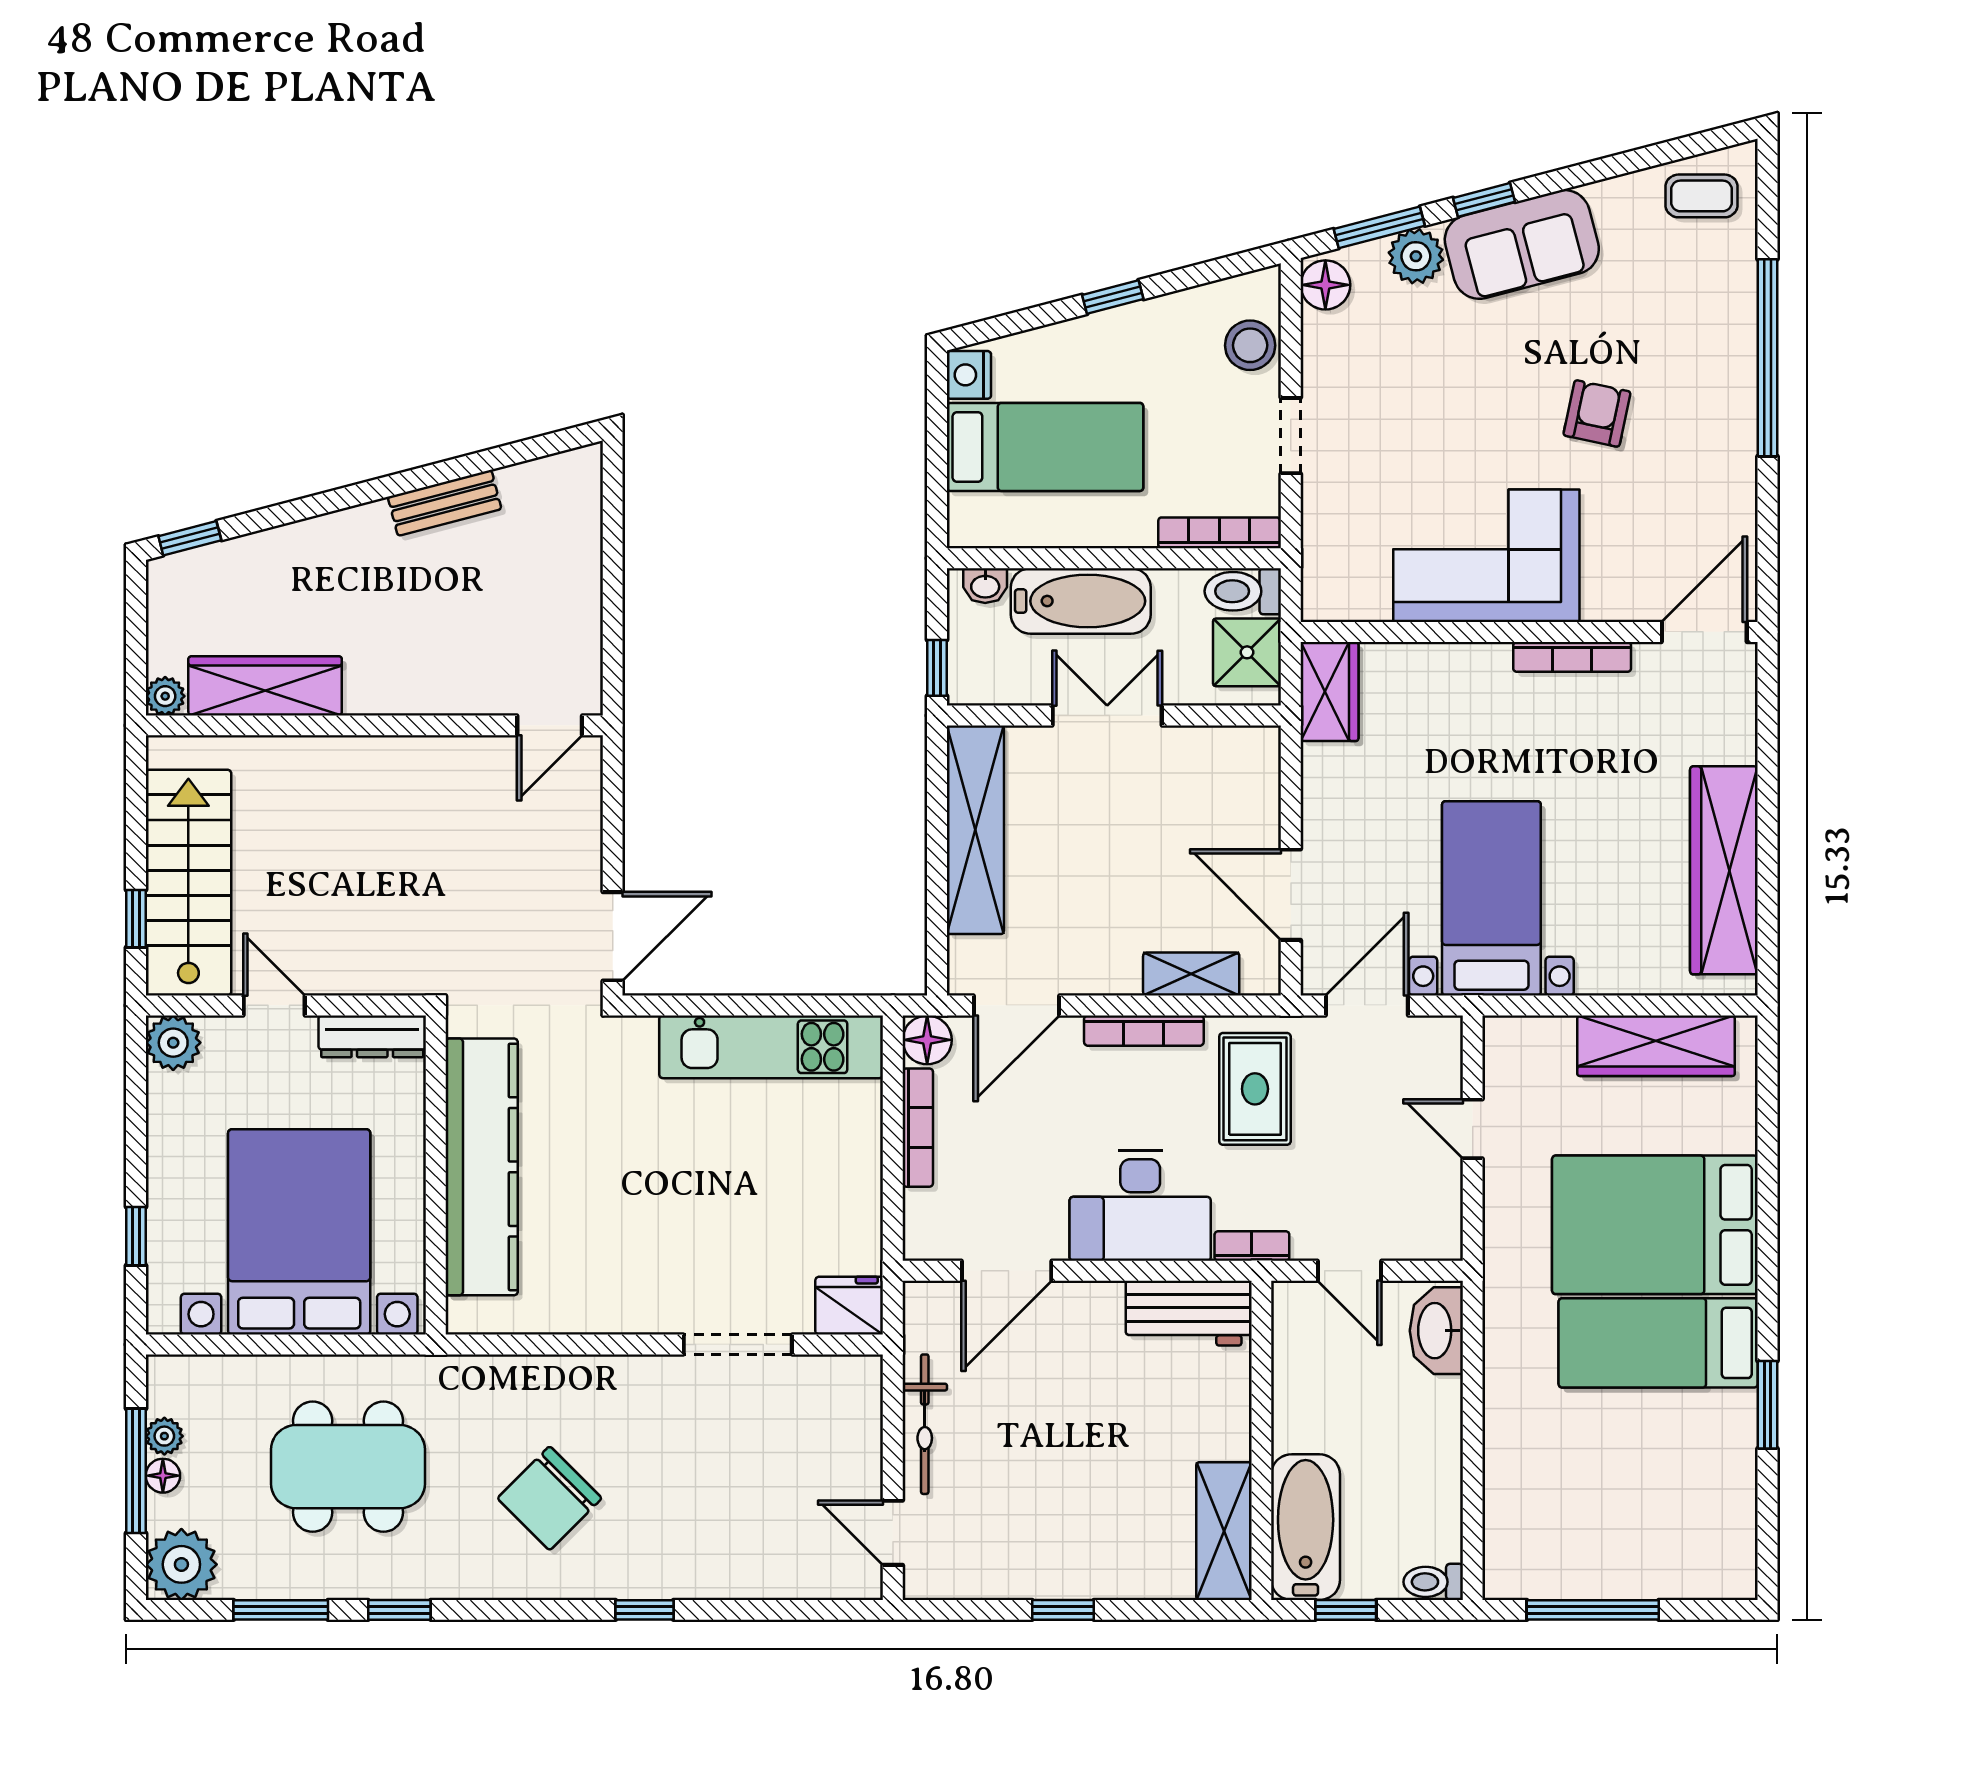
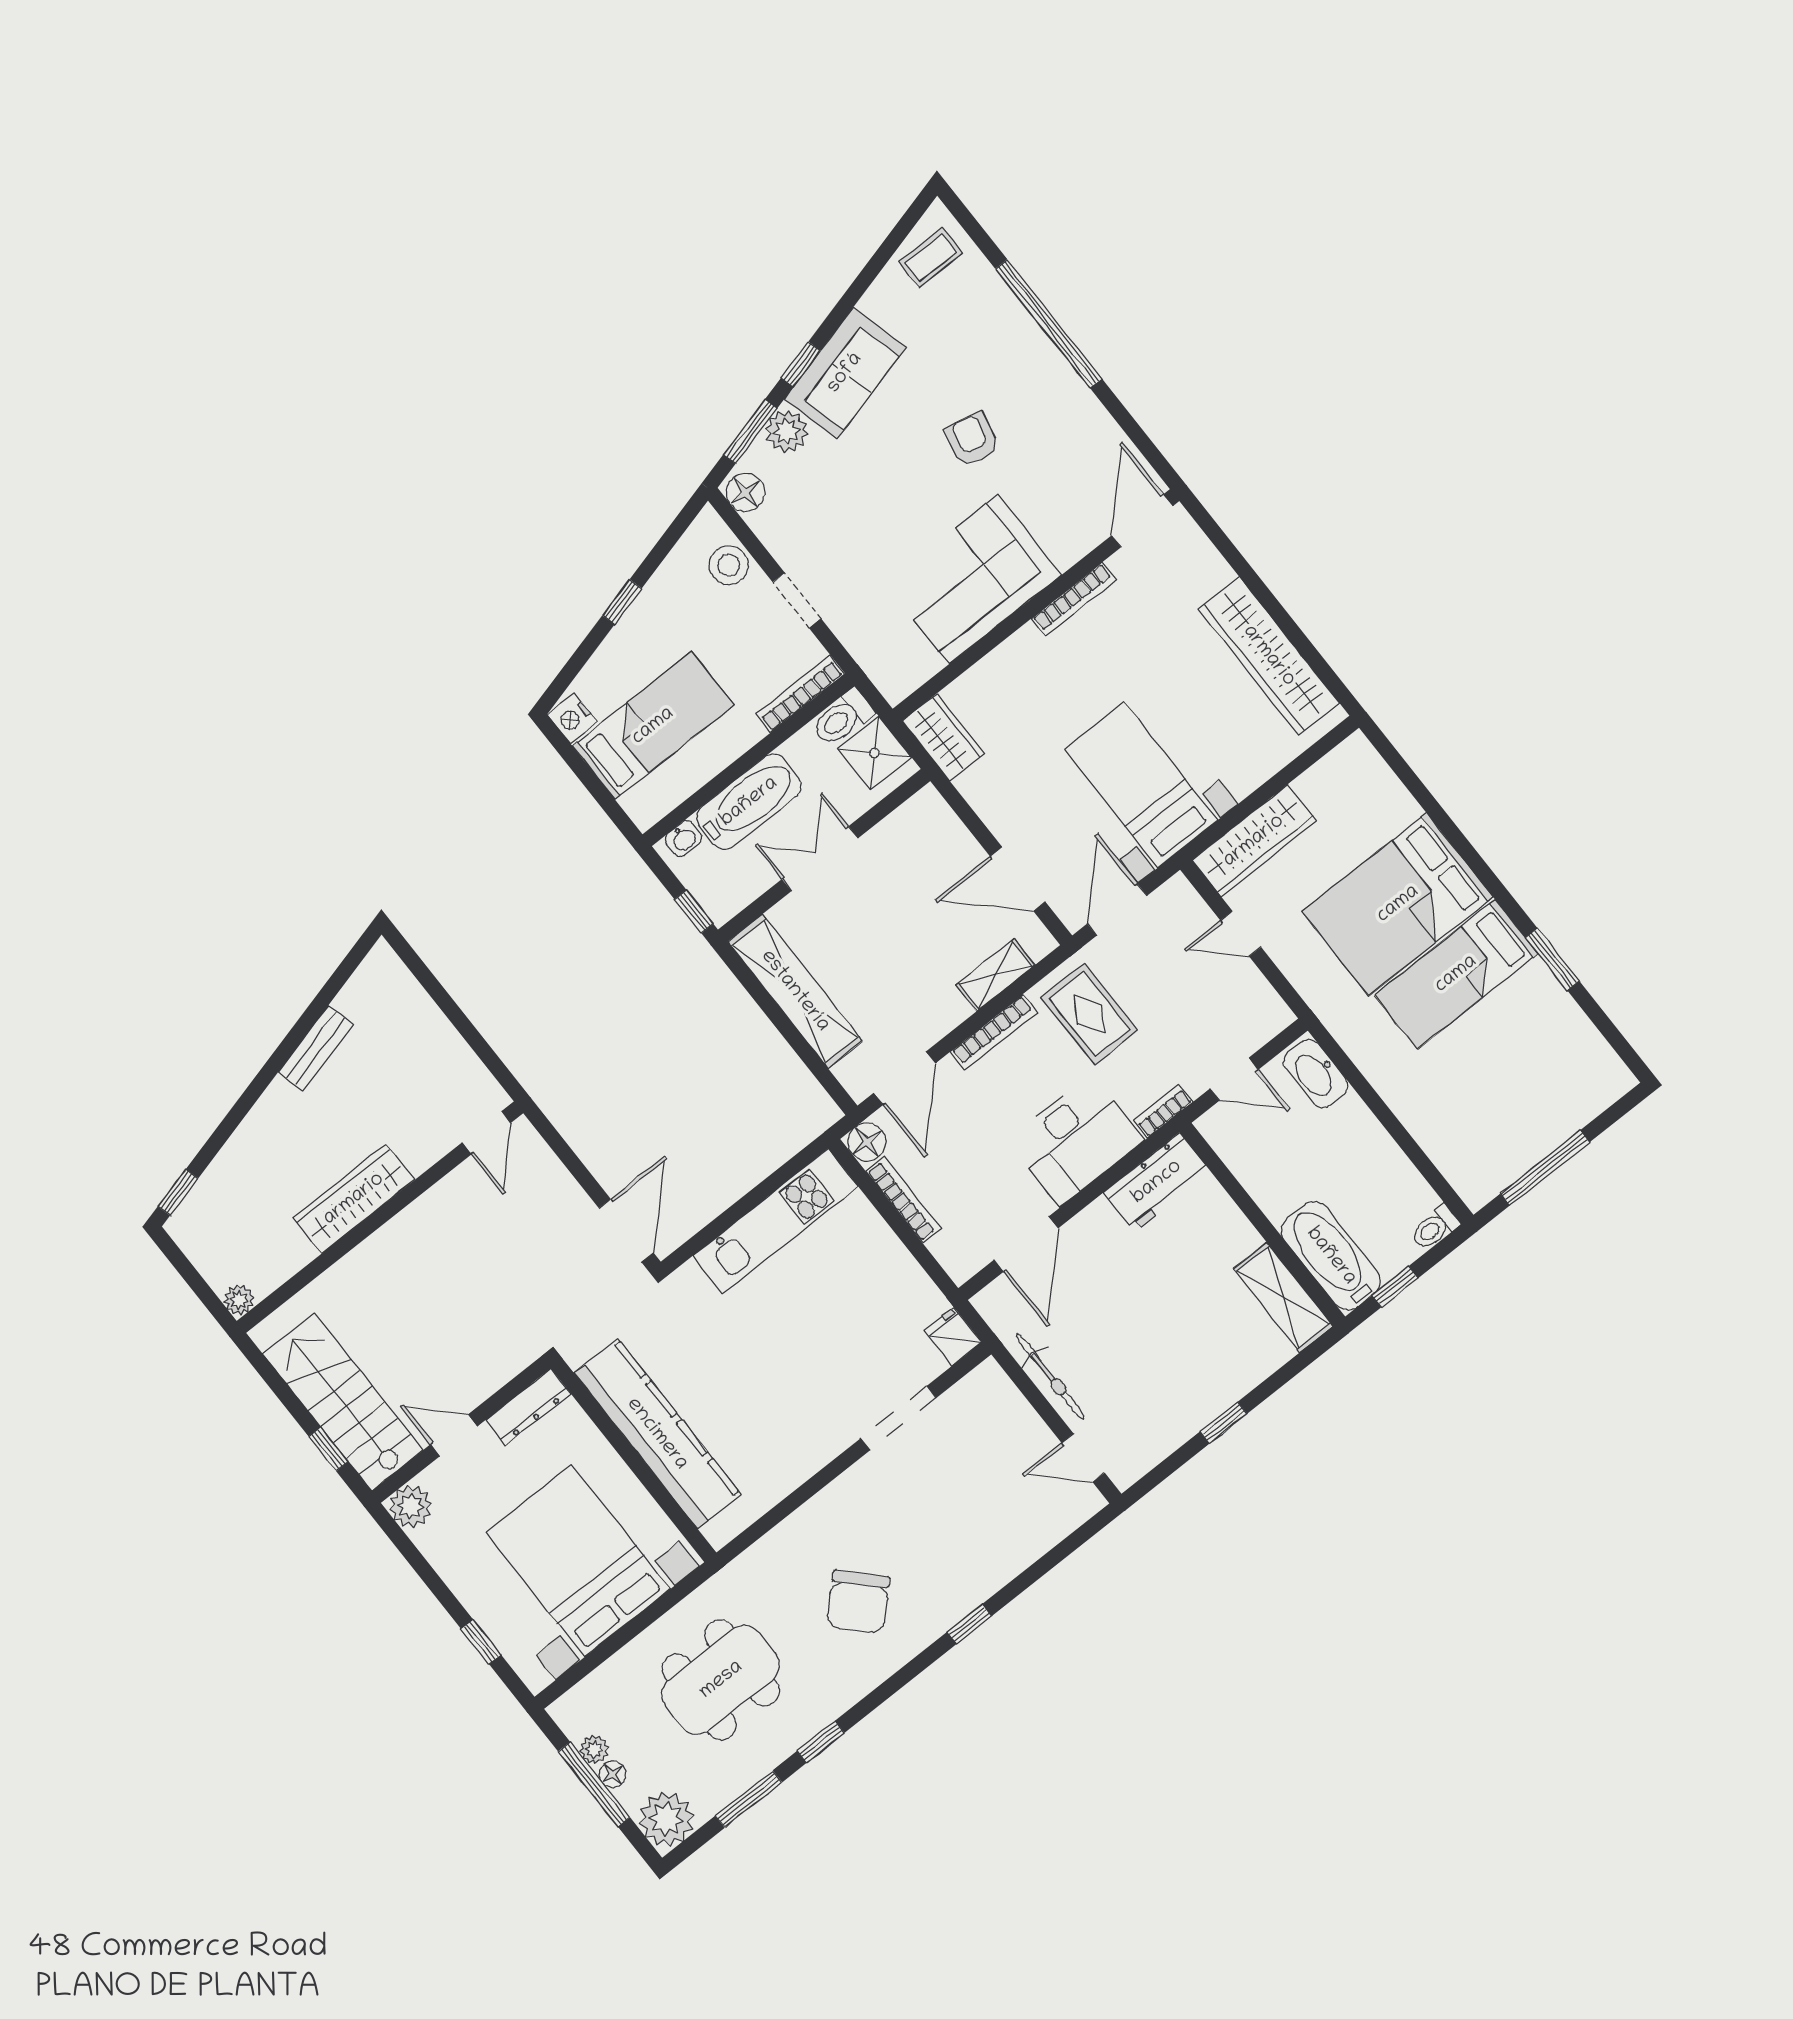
wardrobe: (265, 686) -> (354, 1199), moved
wardrobe: (1656, 1046) -> (1254, 841), moved
fridge: (849, 1306) -> (953, 1336), width x0.72

